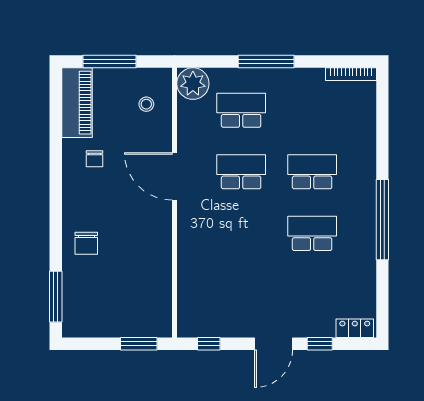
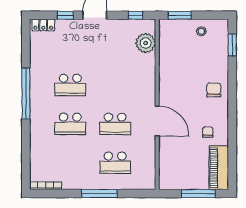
plant: (193, 84) -> (146, 43), moved
stool: (146, 104) -> (201, 31), moved
chair: (86, 243) -> (214, 90), moved
window: (56, 297) -> (232, 45), width x0.69

